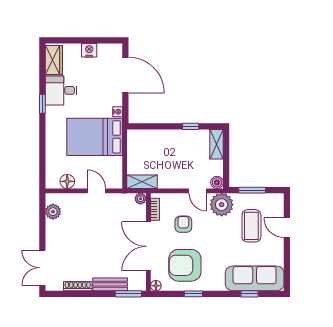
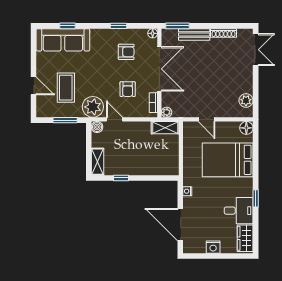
bed: (95, 137) -> (228, 160), moved, turned 180
floor lamp: (67, 181) -> (246, 128), moved
armchair: (185, 265) -> (126, 52), width x0.53, depth x0.53

